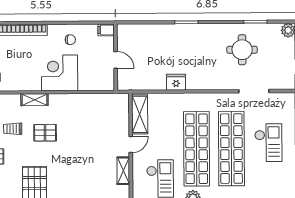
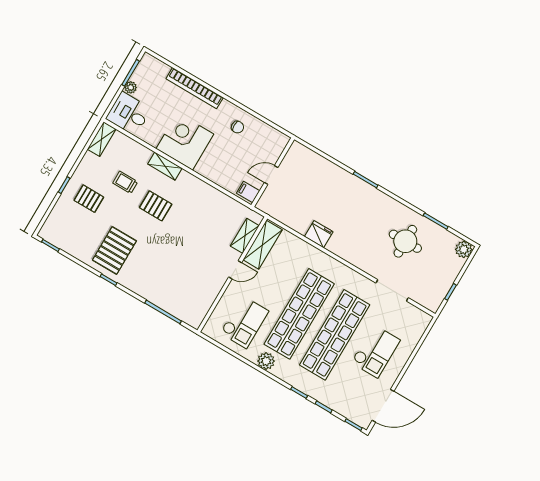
filing cabinet: (106, 30) -> (248, 192), moved
door: (116, 60) -> (271, 175), swing flipped
corner desk: (59, 73) -> (185, 141), moved
shelving: (123, 171) -> (245, 236), moved

